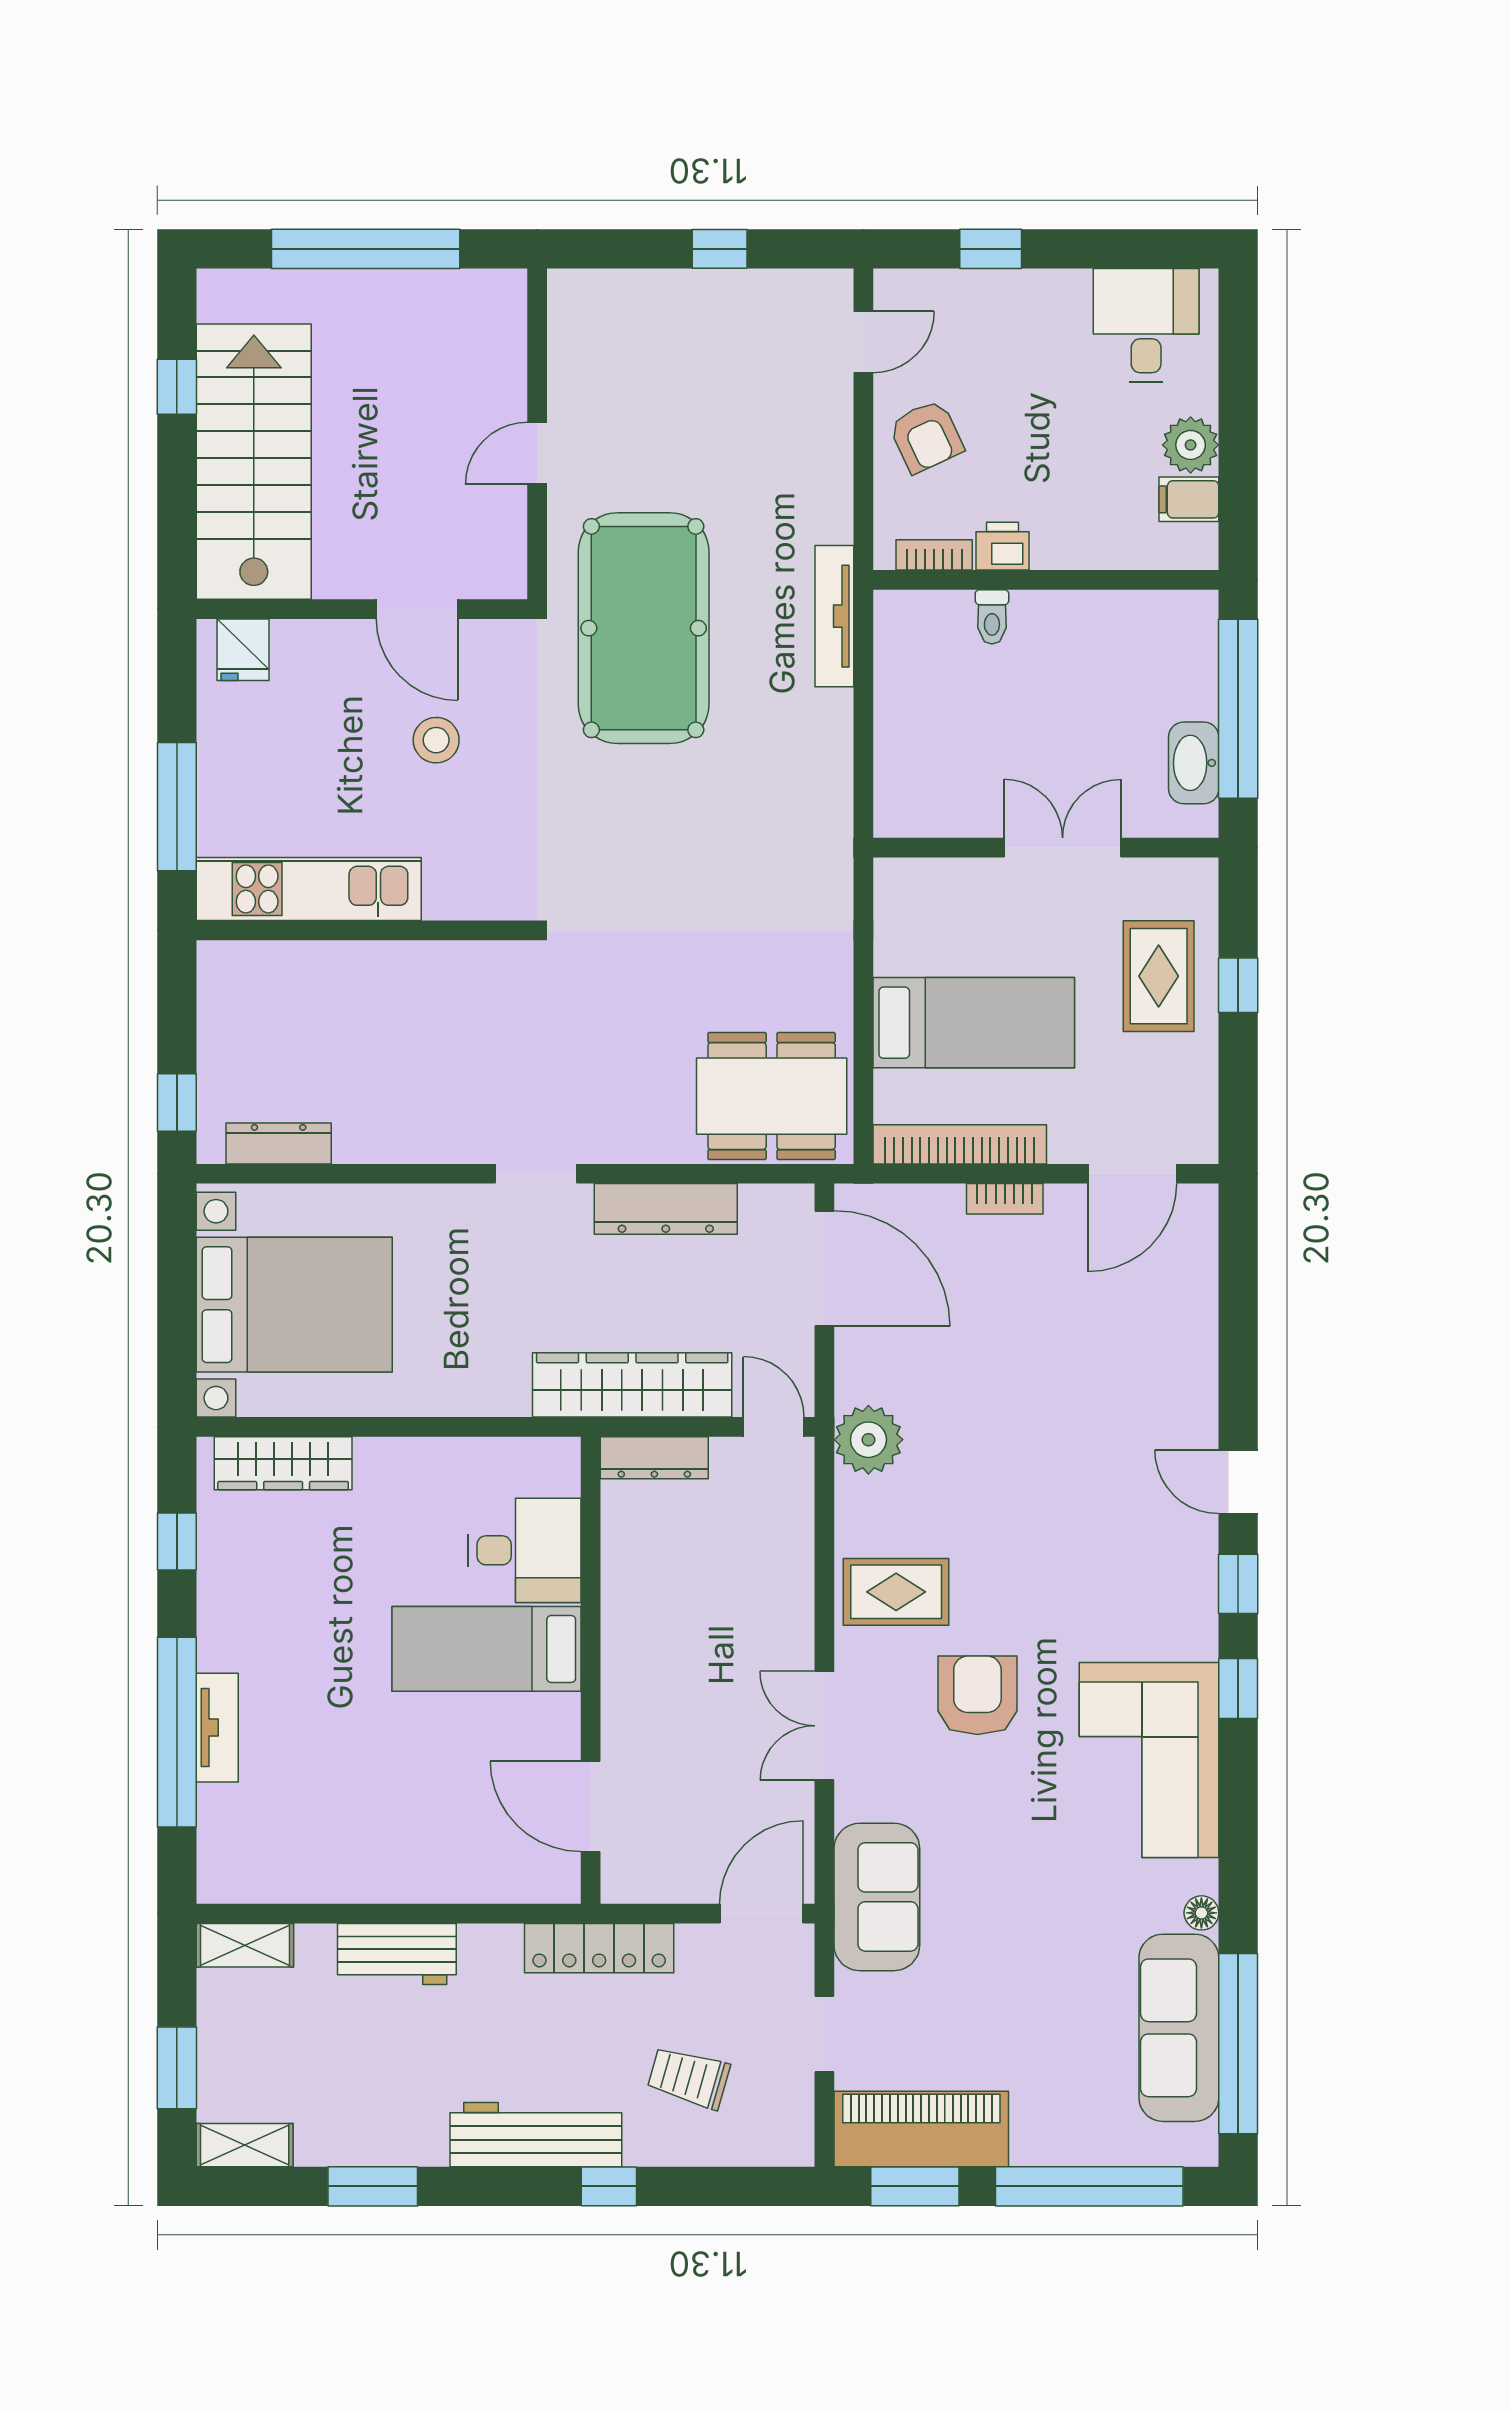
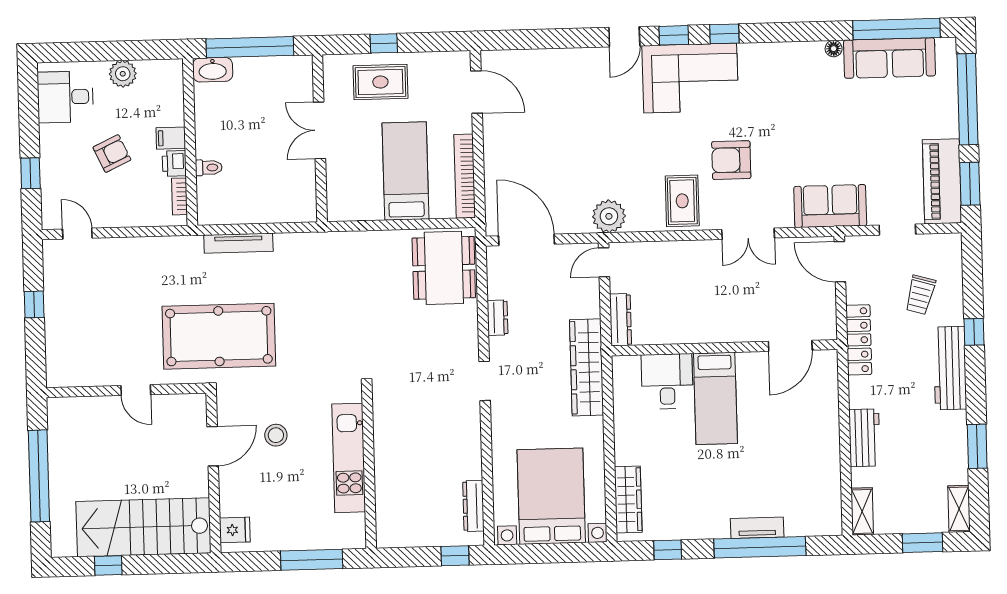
armchair: (926, 436) -> (112, 154), moved
filing cabinet: (1189, 499) -> (171, 138), moved, turned 90
tv unit: (834, 616) -> (238, 243), moved
washbasin: (1194, 763) -> (213, 70), moved
kitchen unit: (309, 889) -> (349, 458), moved
bookcase: (1005, 1199) -> (490, 154), removed
dresser: (666, 1209) -> (497, 318), width x0.51, depth x0.80
door: (824, 1268) -> (527, 240), hinge flipped
wardrobe: (632, 1385) -> (587, 367), moved
corner sofa: (1149, 1760) -> (690, 78), moved

